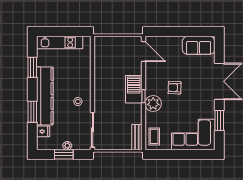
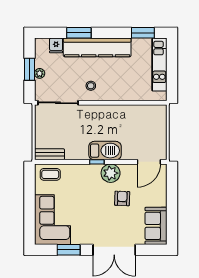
window: (32, 67) -> (143, 33), moved
armchair: (175, 88) -> (122, 198), moved
plant: (153, 103) -> (111, 173), moved

